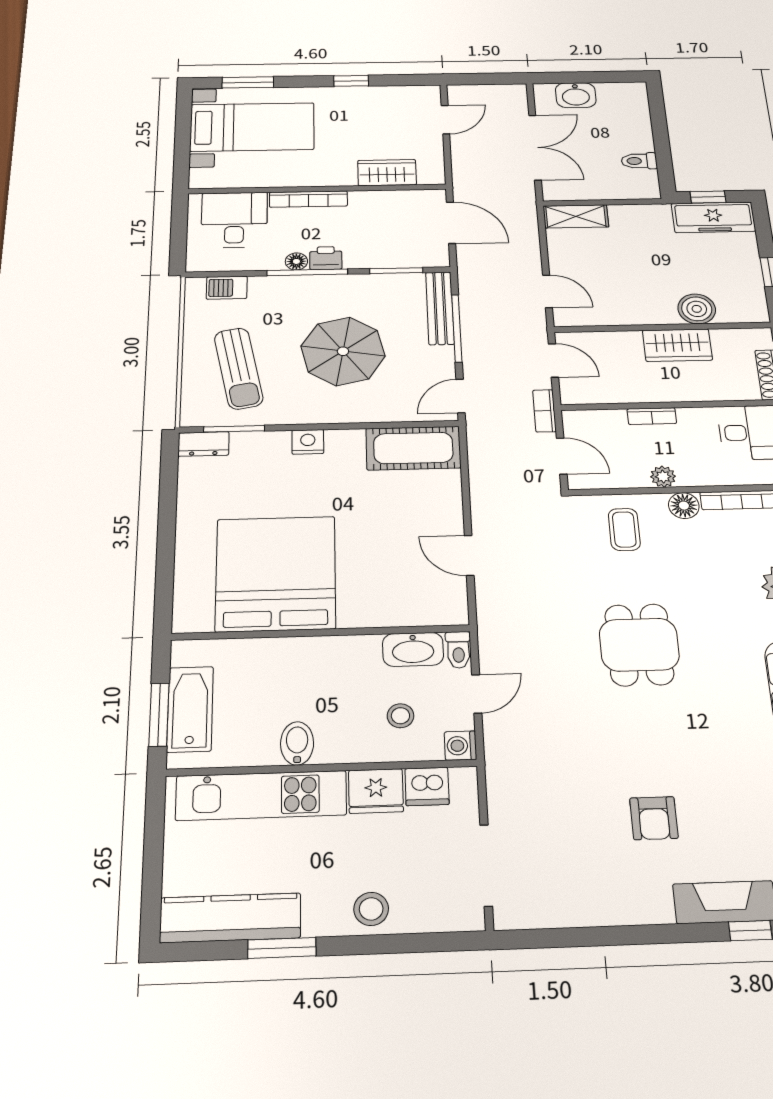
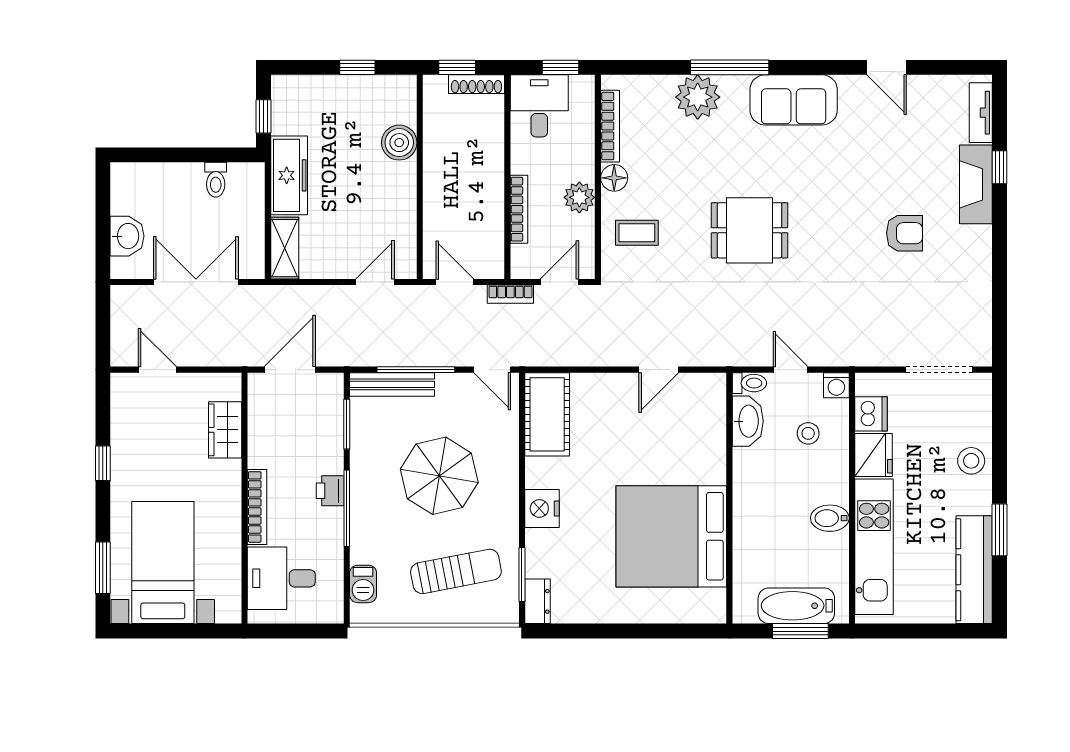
freezer: (713, 217) -> (289, 175), moved
floor lamp: (296, 261) -> (333, 519), removed
wardrobe: (677, 345) -> (441, 165), removed
door: (553, 360) -> (455, 282), hinge flipped
bookcase: (652, 416) -> (519, 209), width x1.56
nightstand: (308, 442) -> (542, 508), width x1.36, depth x1.33
plant: (663, 477) -> (579, 197), width x1.38, depth x1.38

